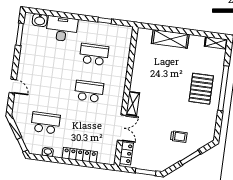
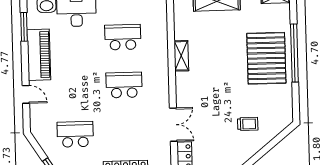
piano: (28, 57) -> (39, 55), added
pallet: (201, 89) -> (266, 58), width x1.37, depth x1.41
shelving: (133, 104) -> (181, 56), moved
window: (190, 158) -> (267, 148), removed

